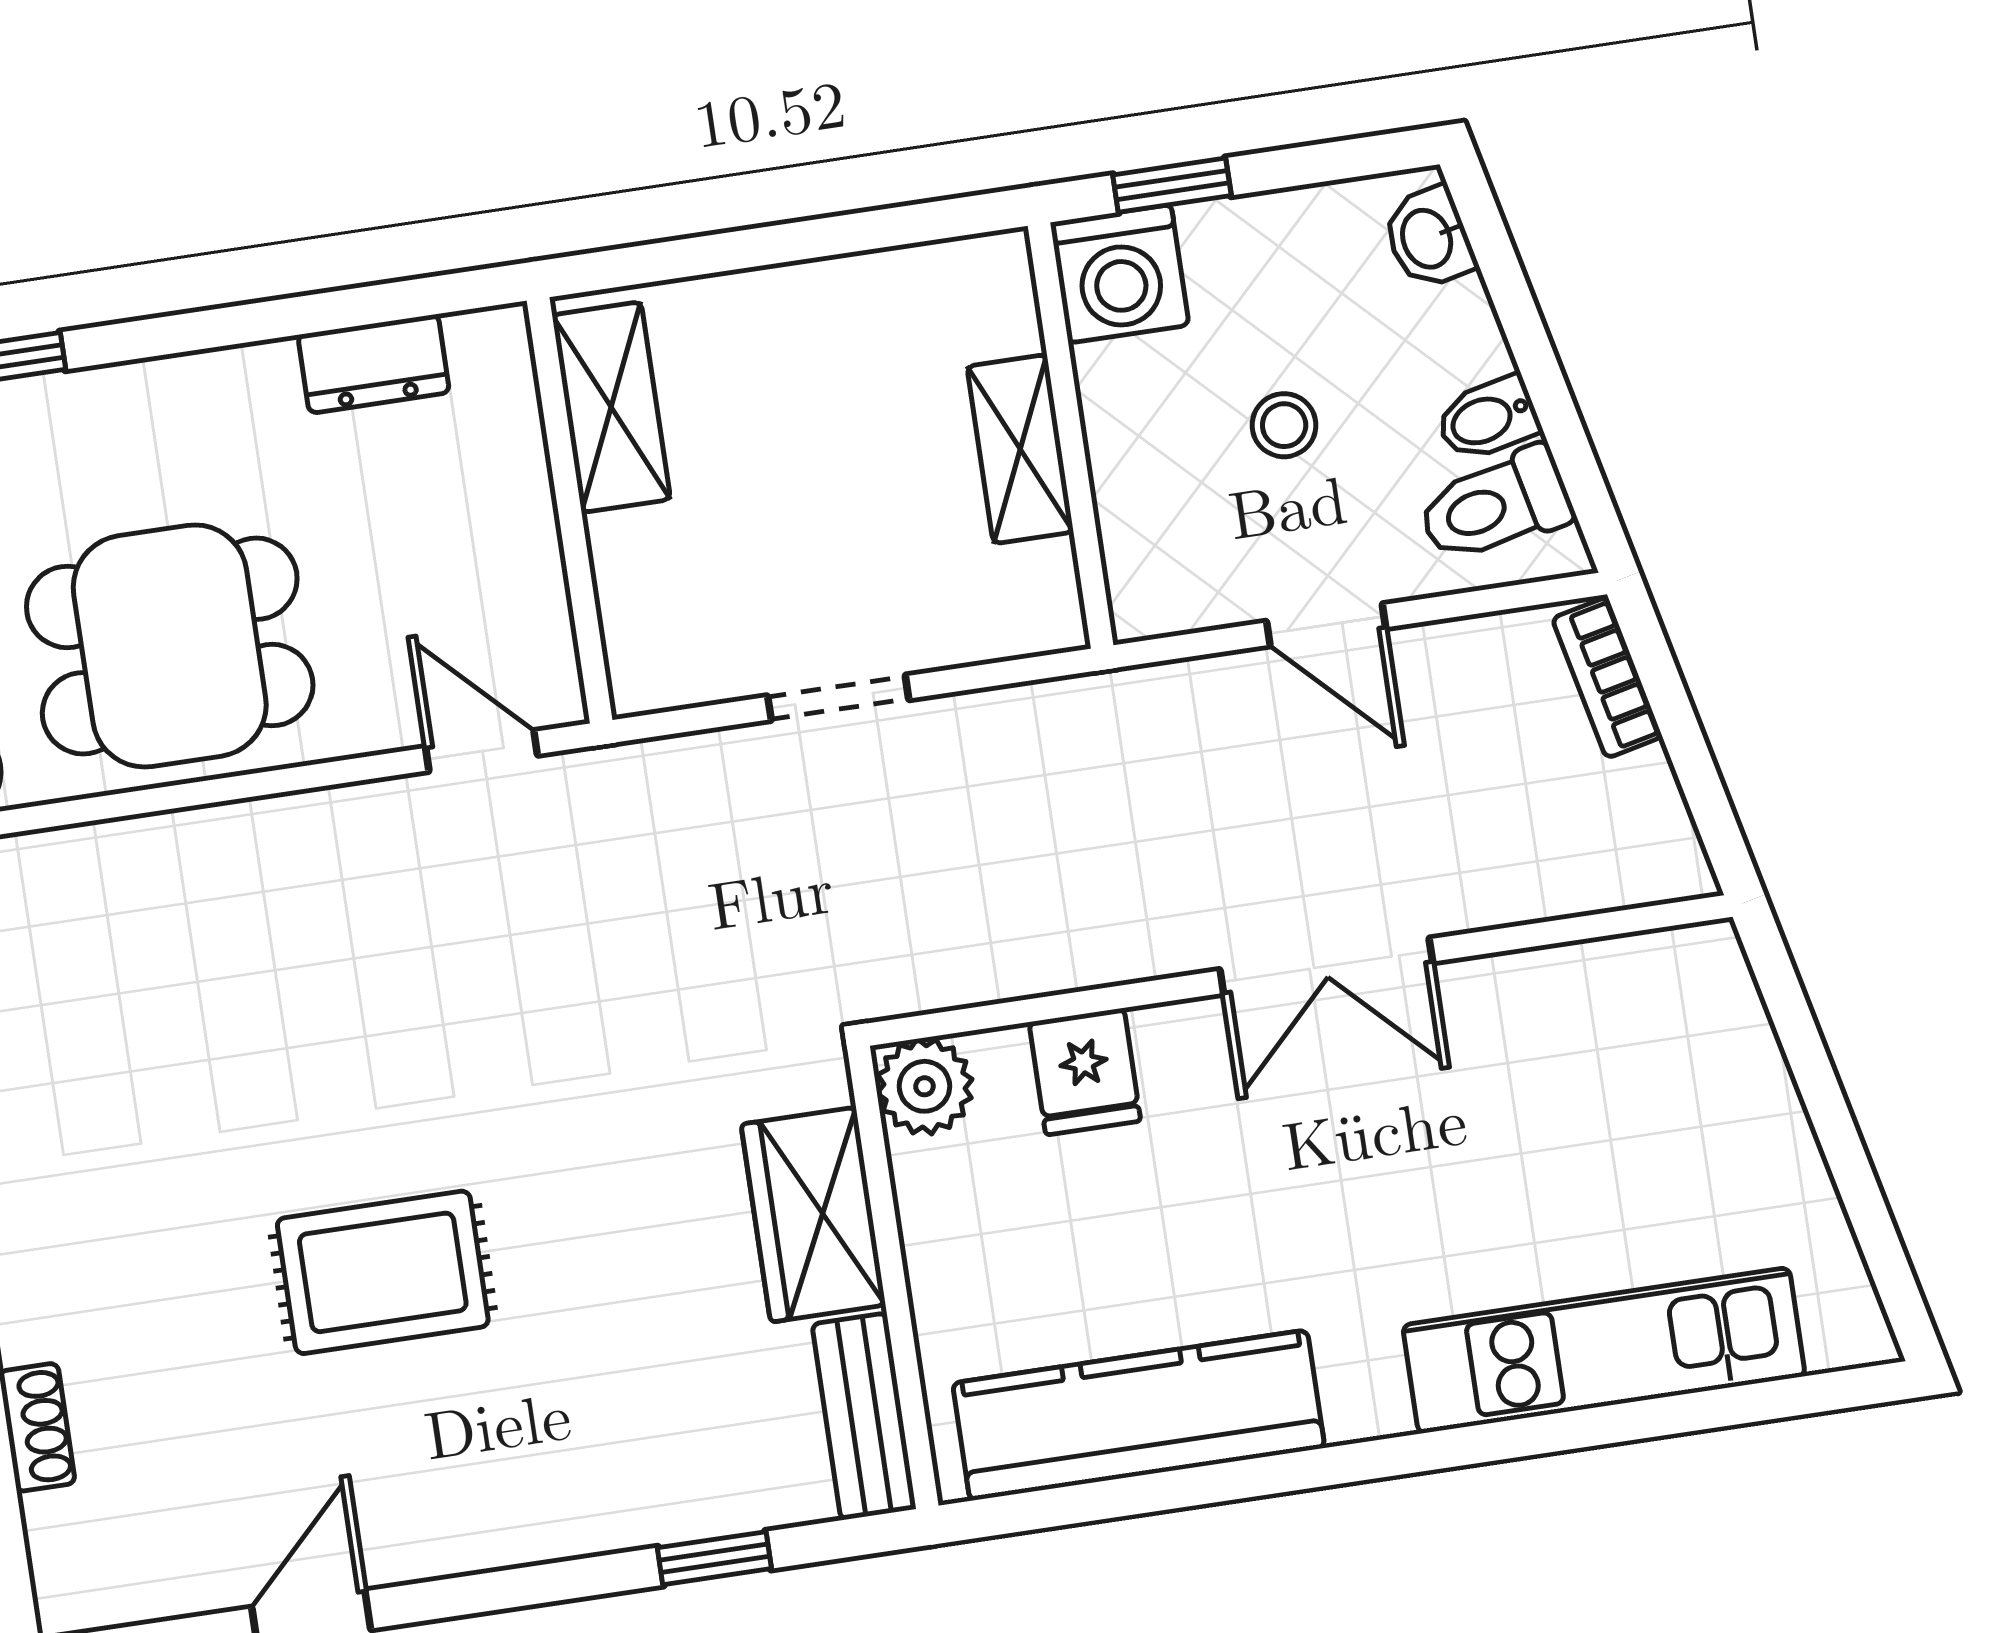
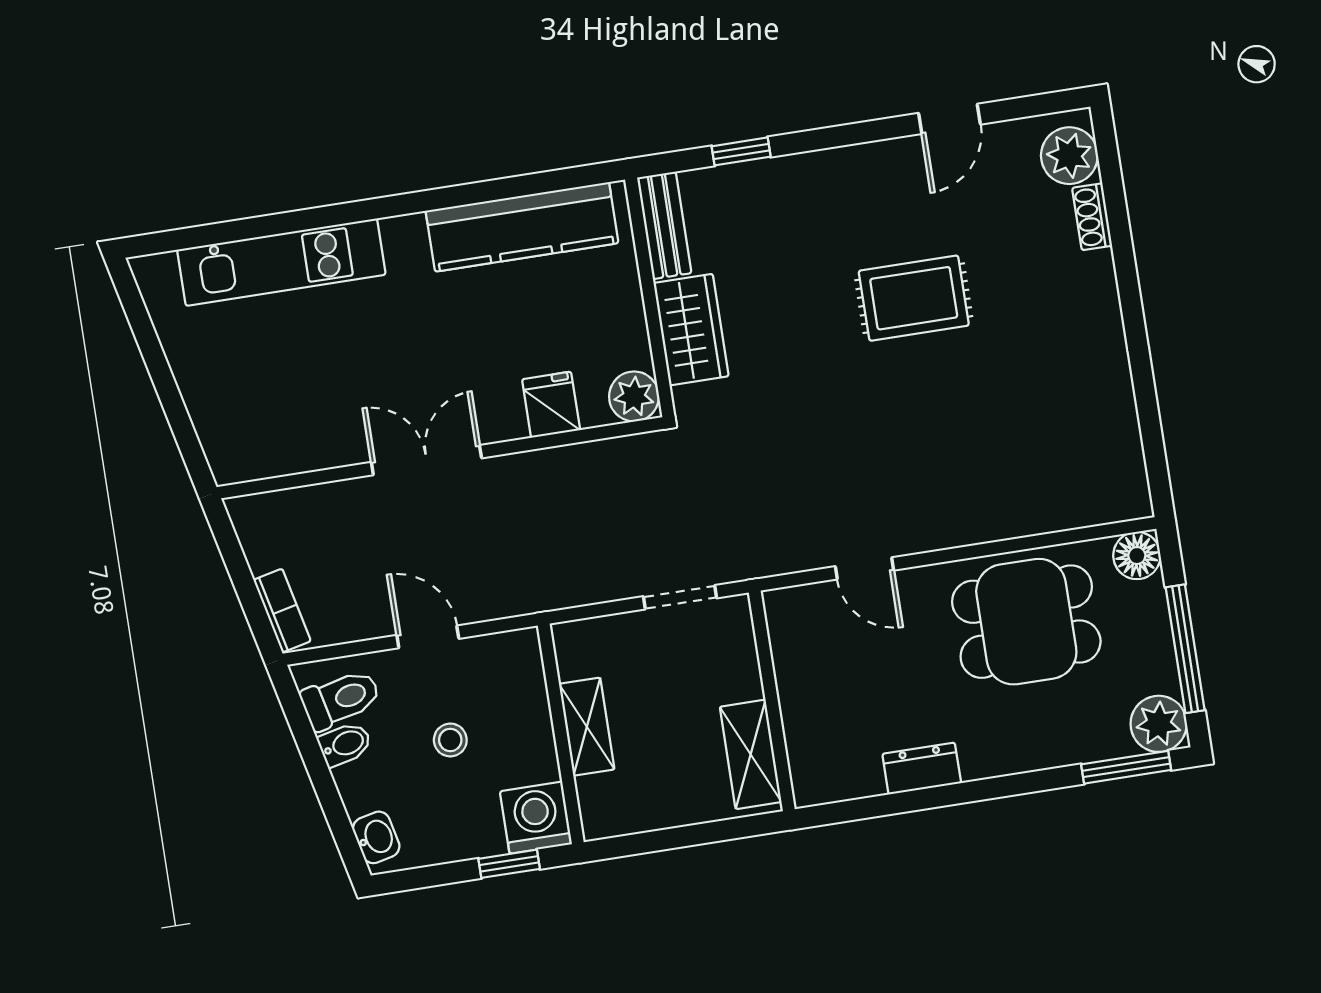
shelving: (611, 407) -> (751, 754), moved
wall: (570, 510) -> (772, 701), moved
plant: (80, 1546) -> (1069, 156), added

